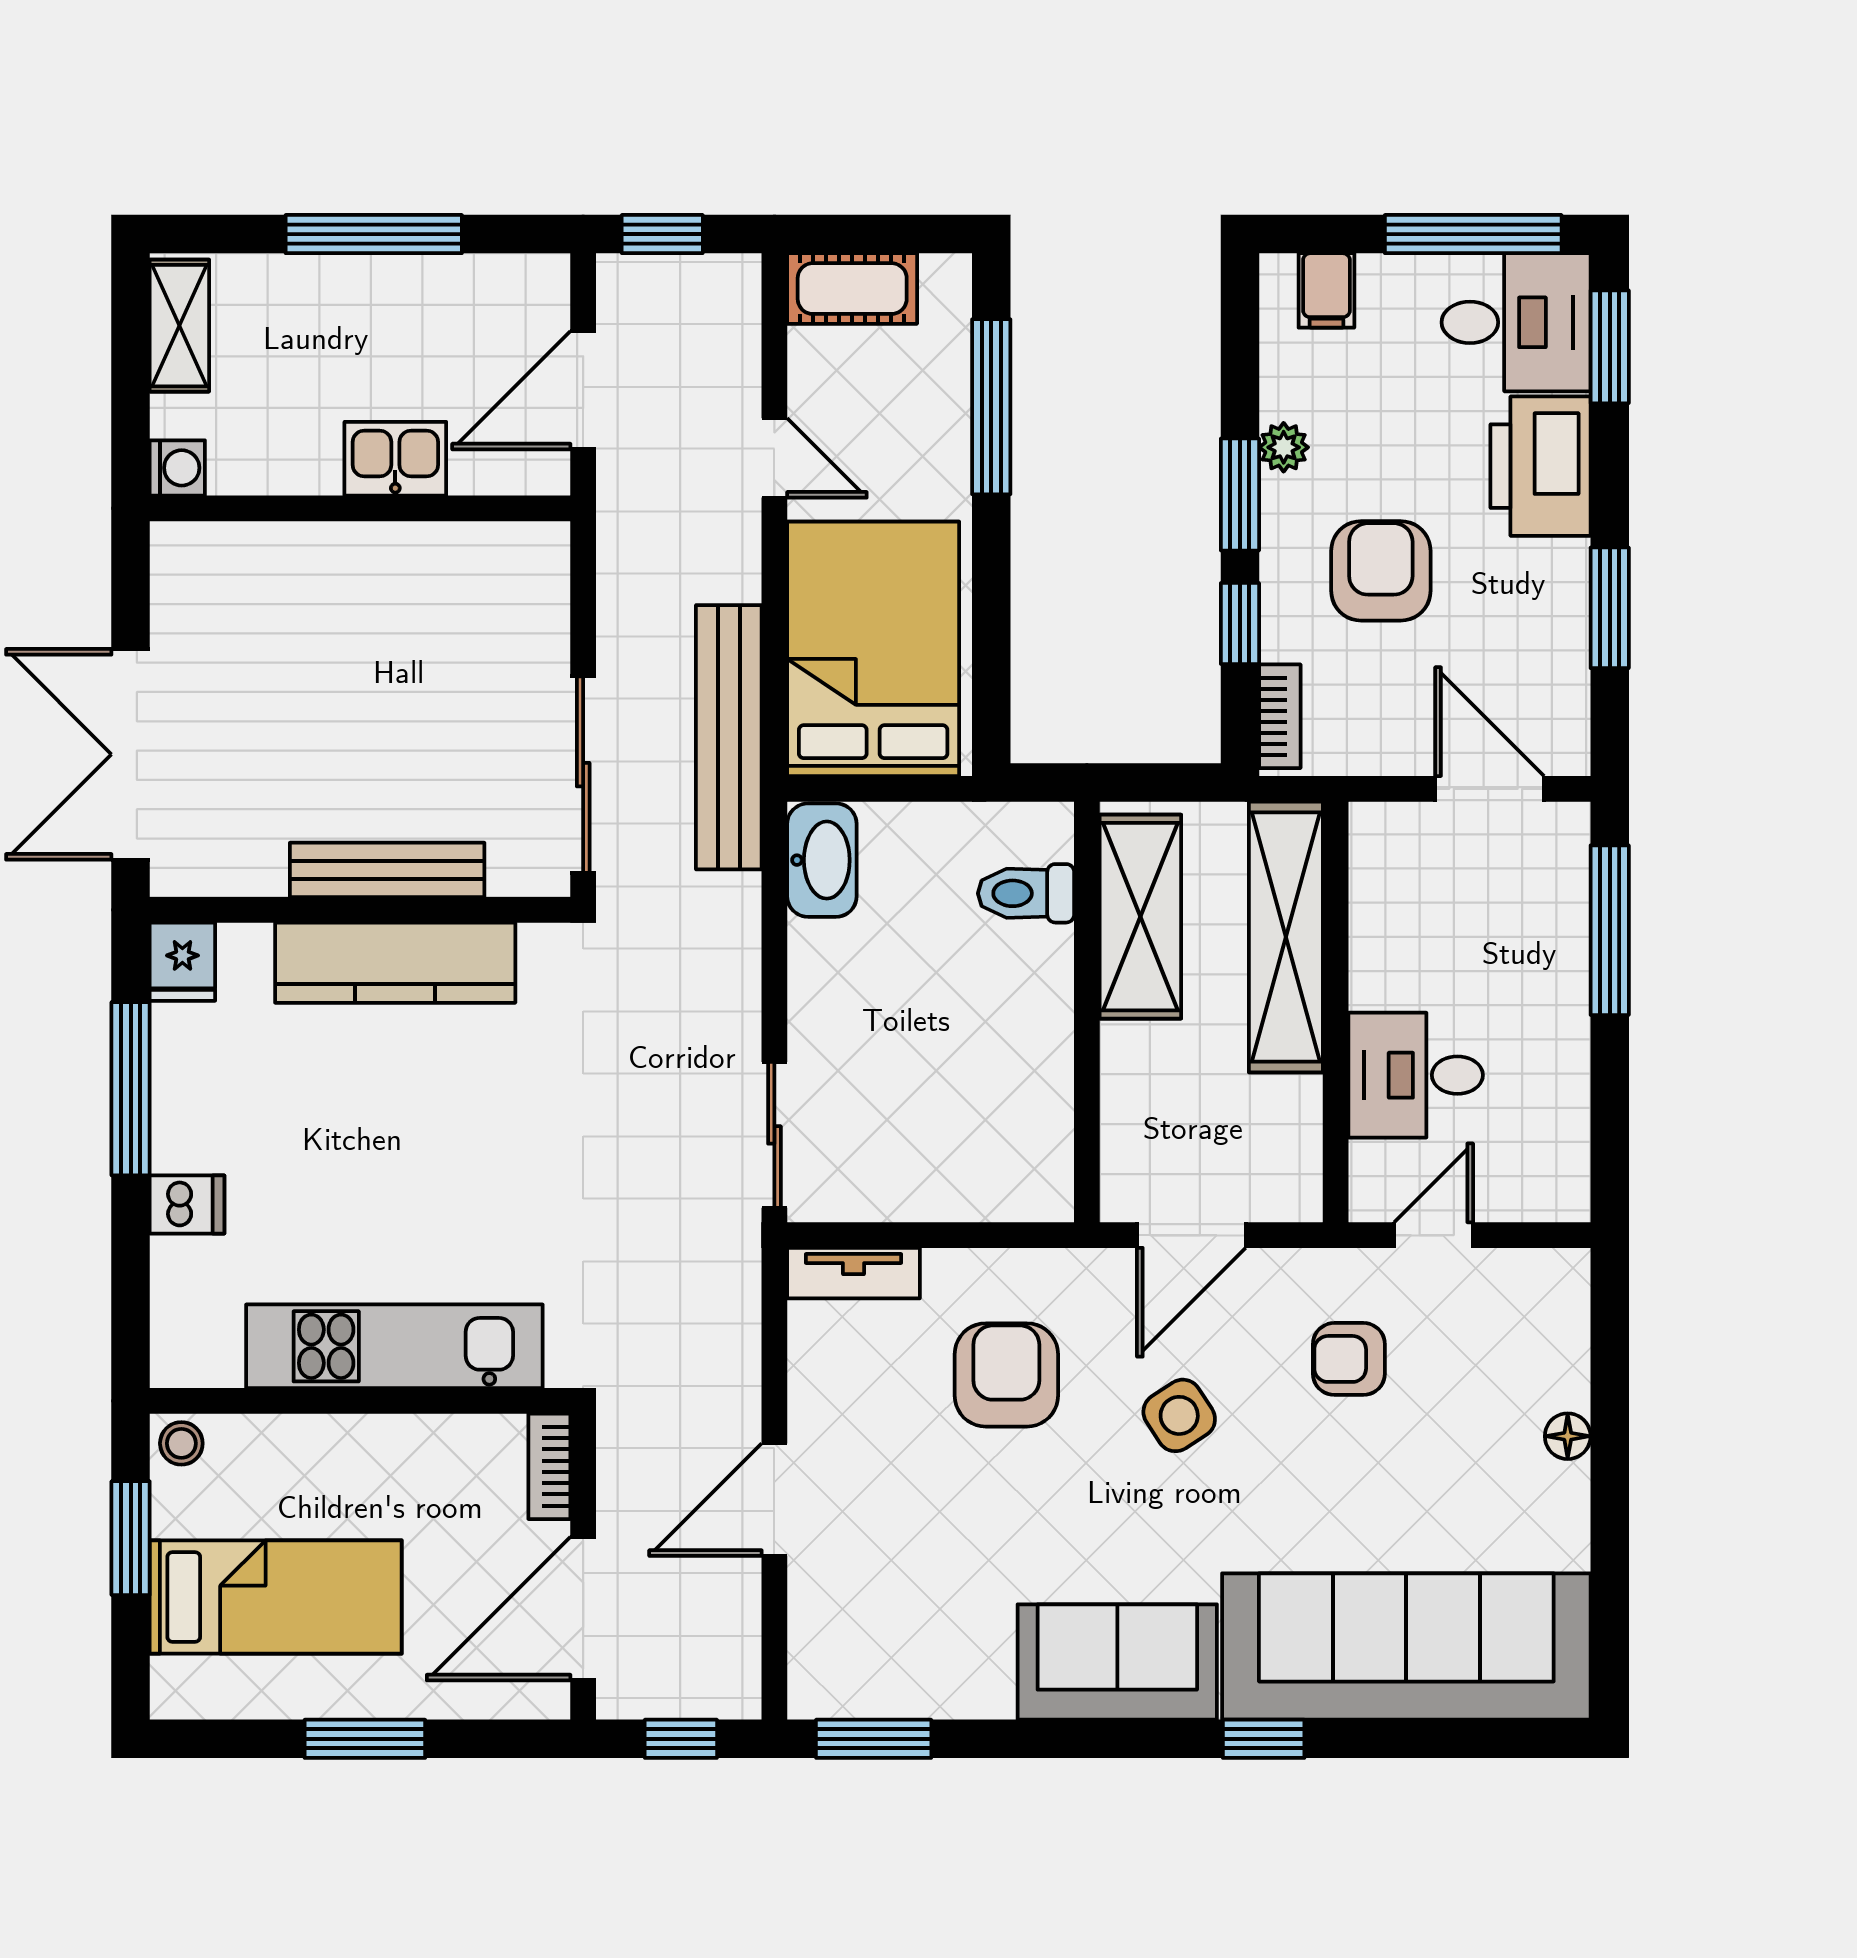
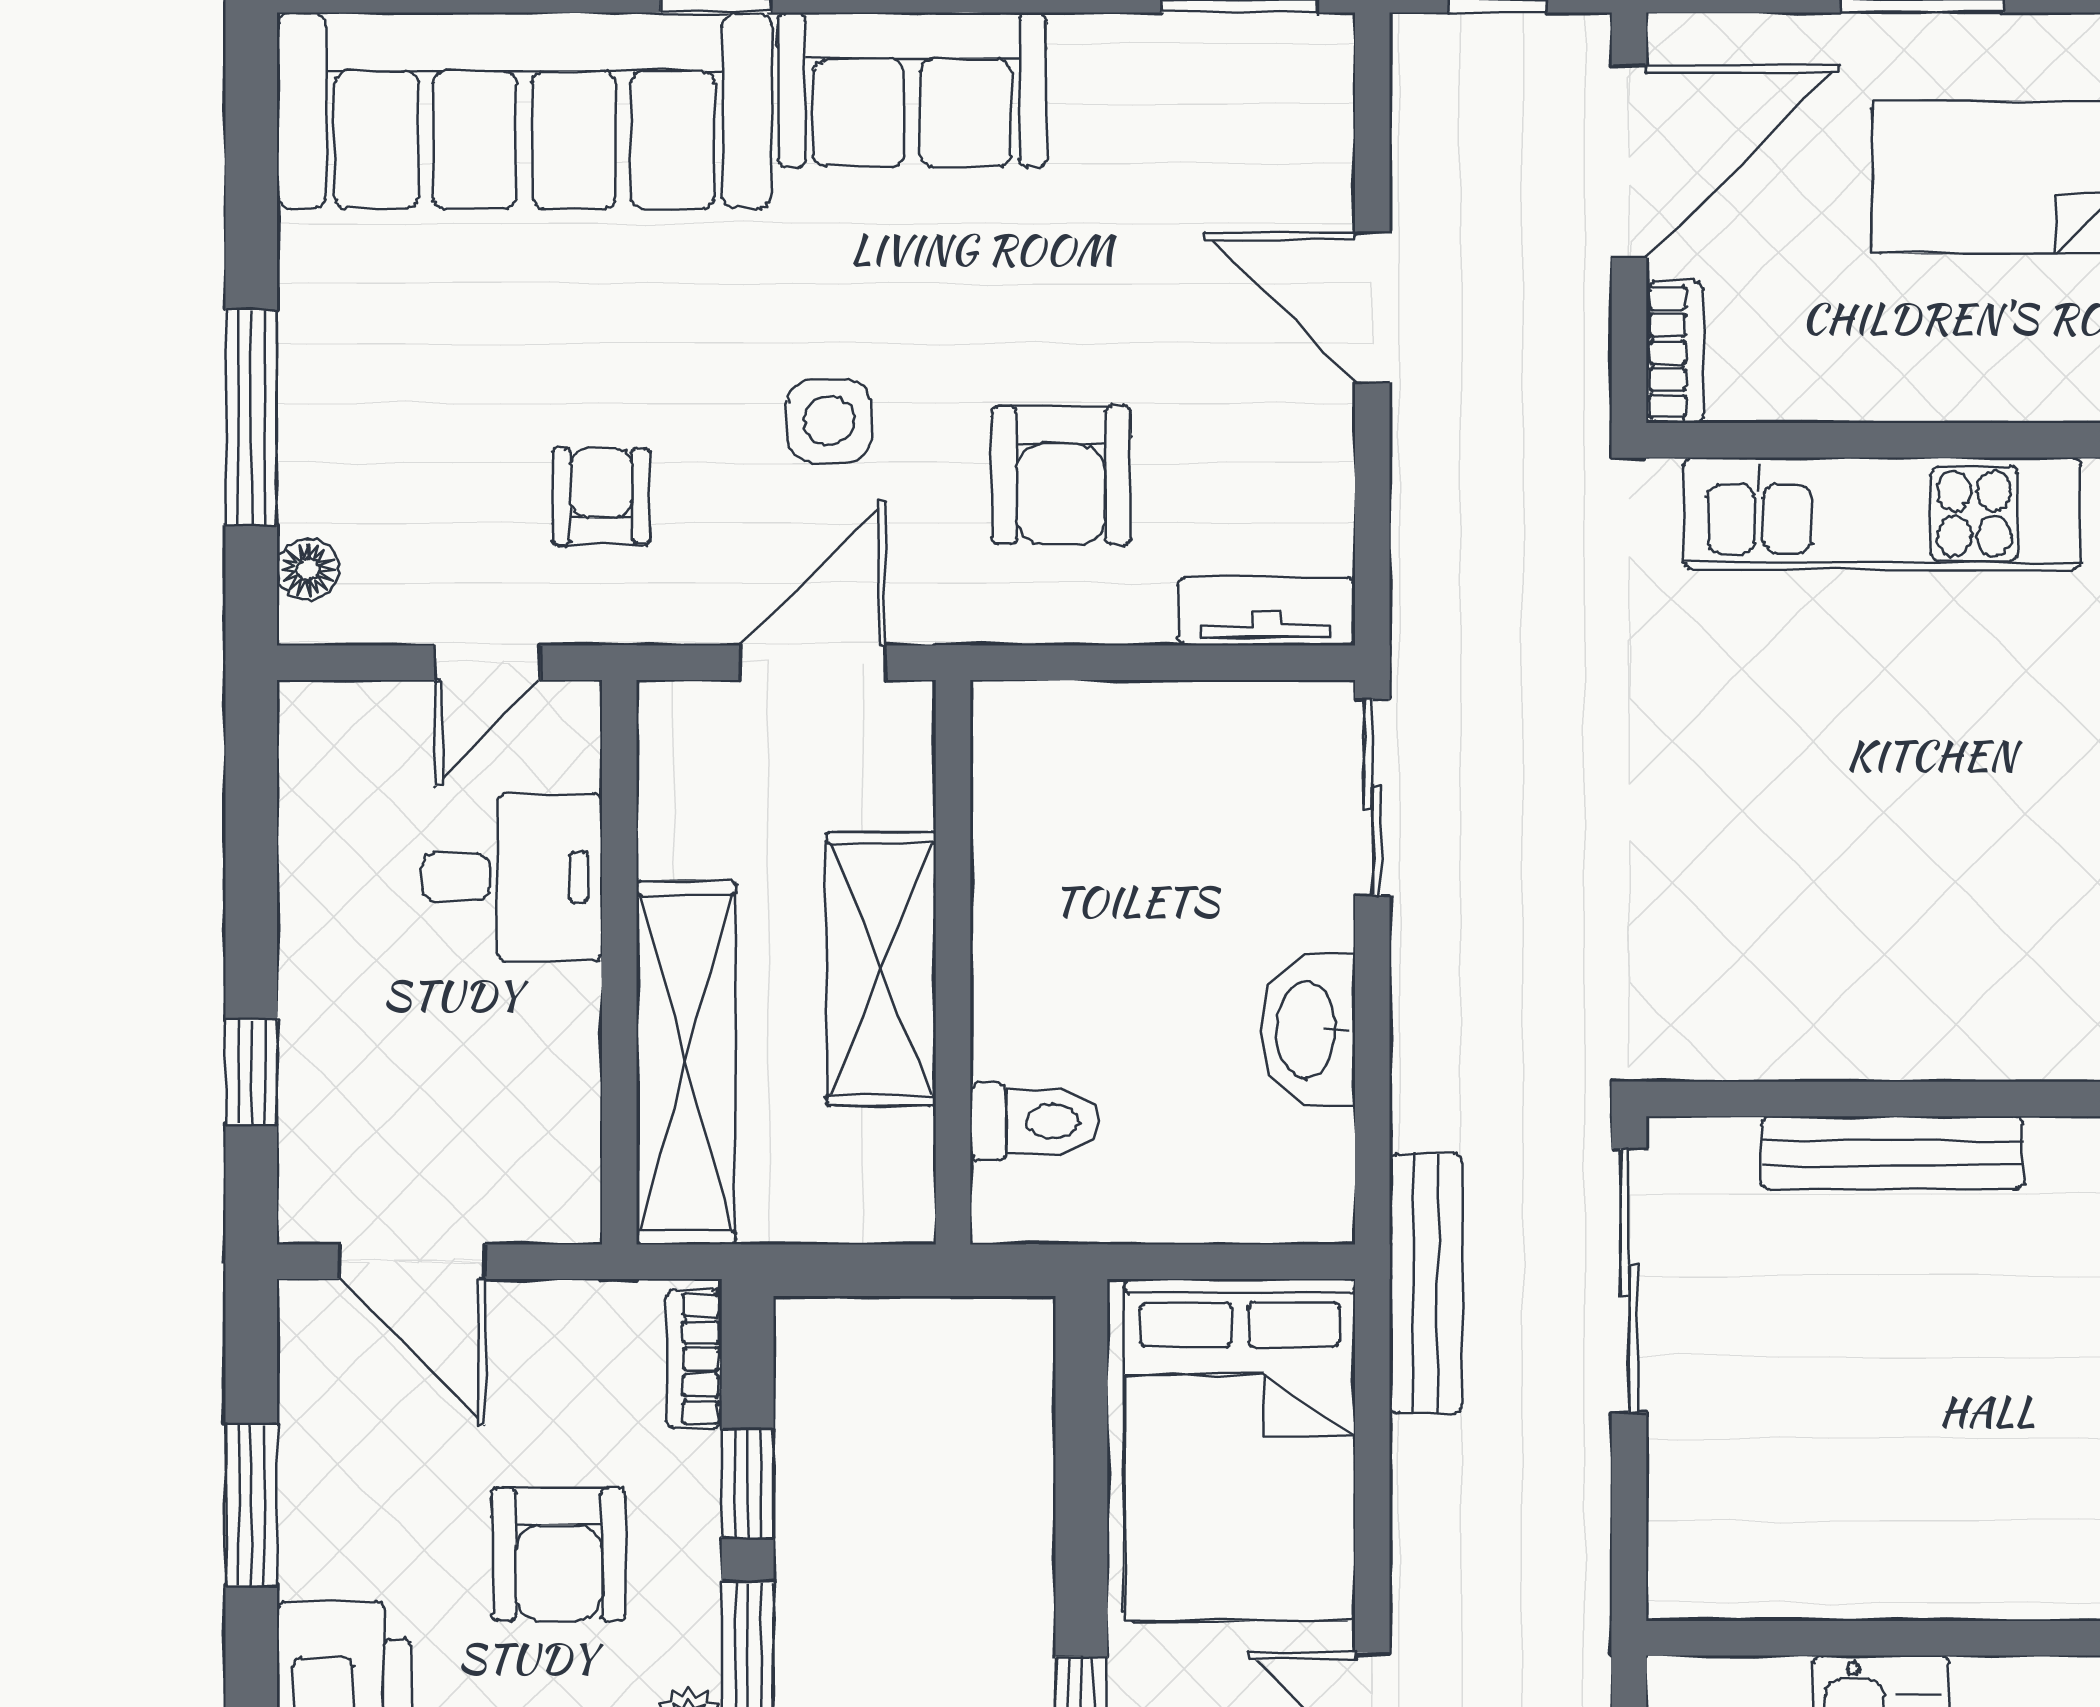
bench: (729, 737) -> (1426, 1283), width x0.73, depth x0.82
washbasin: (822, 860) -> (1309, 1030), moved
shelving: (1140, 917) -> (881, 969), moved
window: (1610, 930) -> (251, 1072), width x0.46
kitchen counter: (395, 963) -> (1881, 1028), removed
armchair: (1349, 1359) -> (601, 496), turned -90
side table: (1179, 1415) -> (829, 421), turned 33
window: (1610, 1418) -> (251, 418), added
floor lamp: (1568, 1436) -> (308, 569), moved
door: (774, 1500) -> (1372, 308), swing flipped

